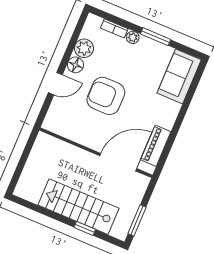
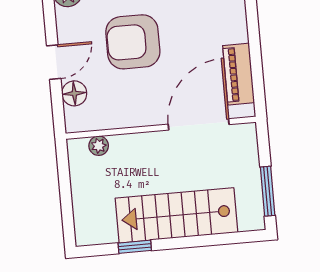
floor lamp: (75, 65) -> (74, 93), moved
plant: (56, 144) -> (99, 146), added
window: (85, 228) -> (135, 247), moved

